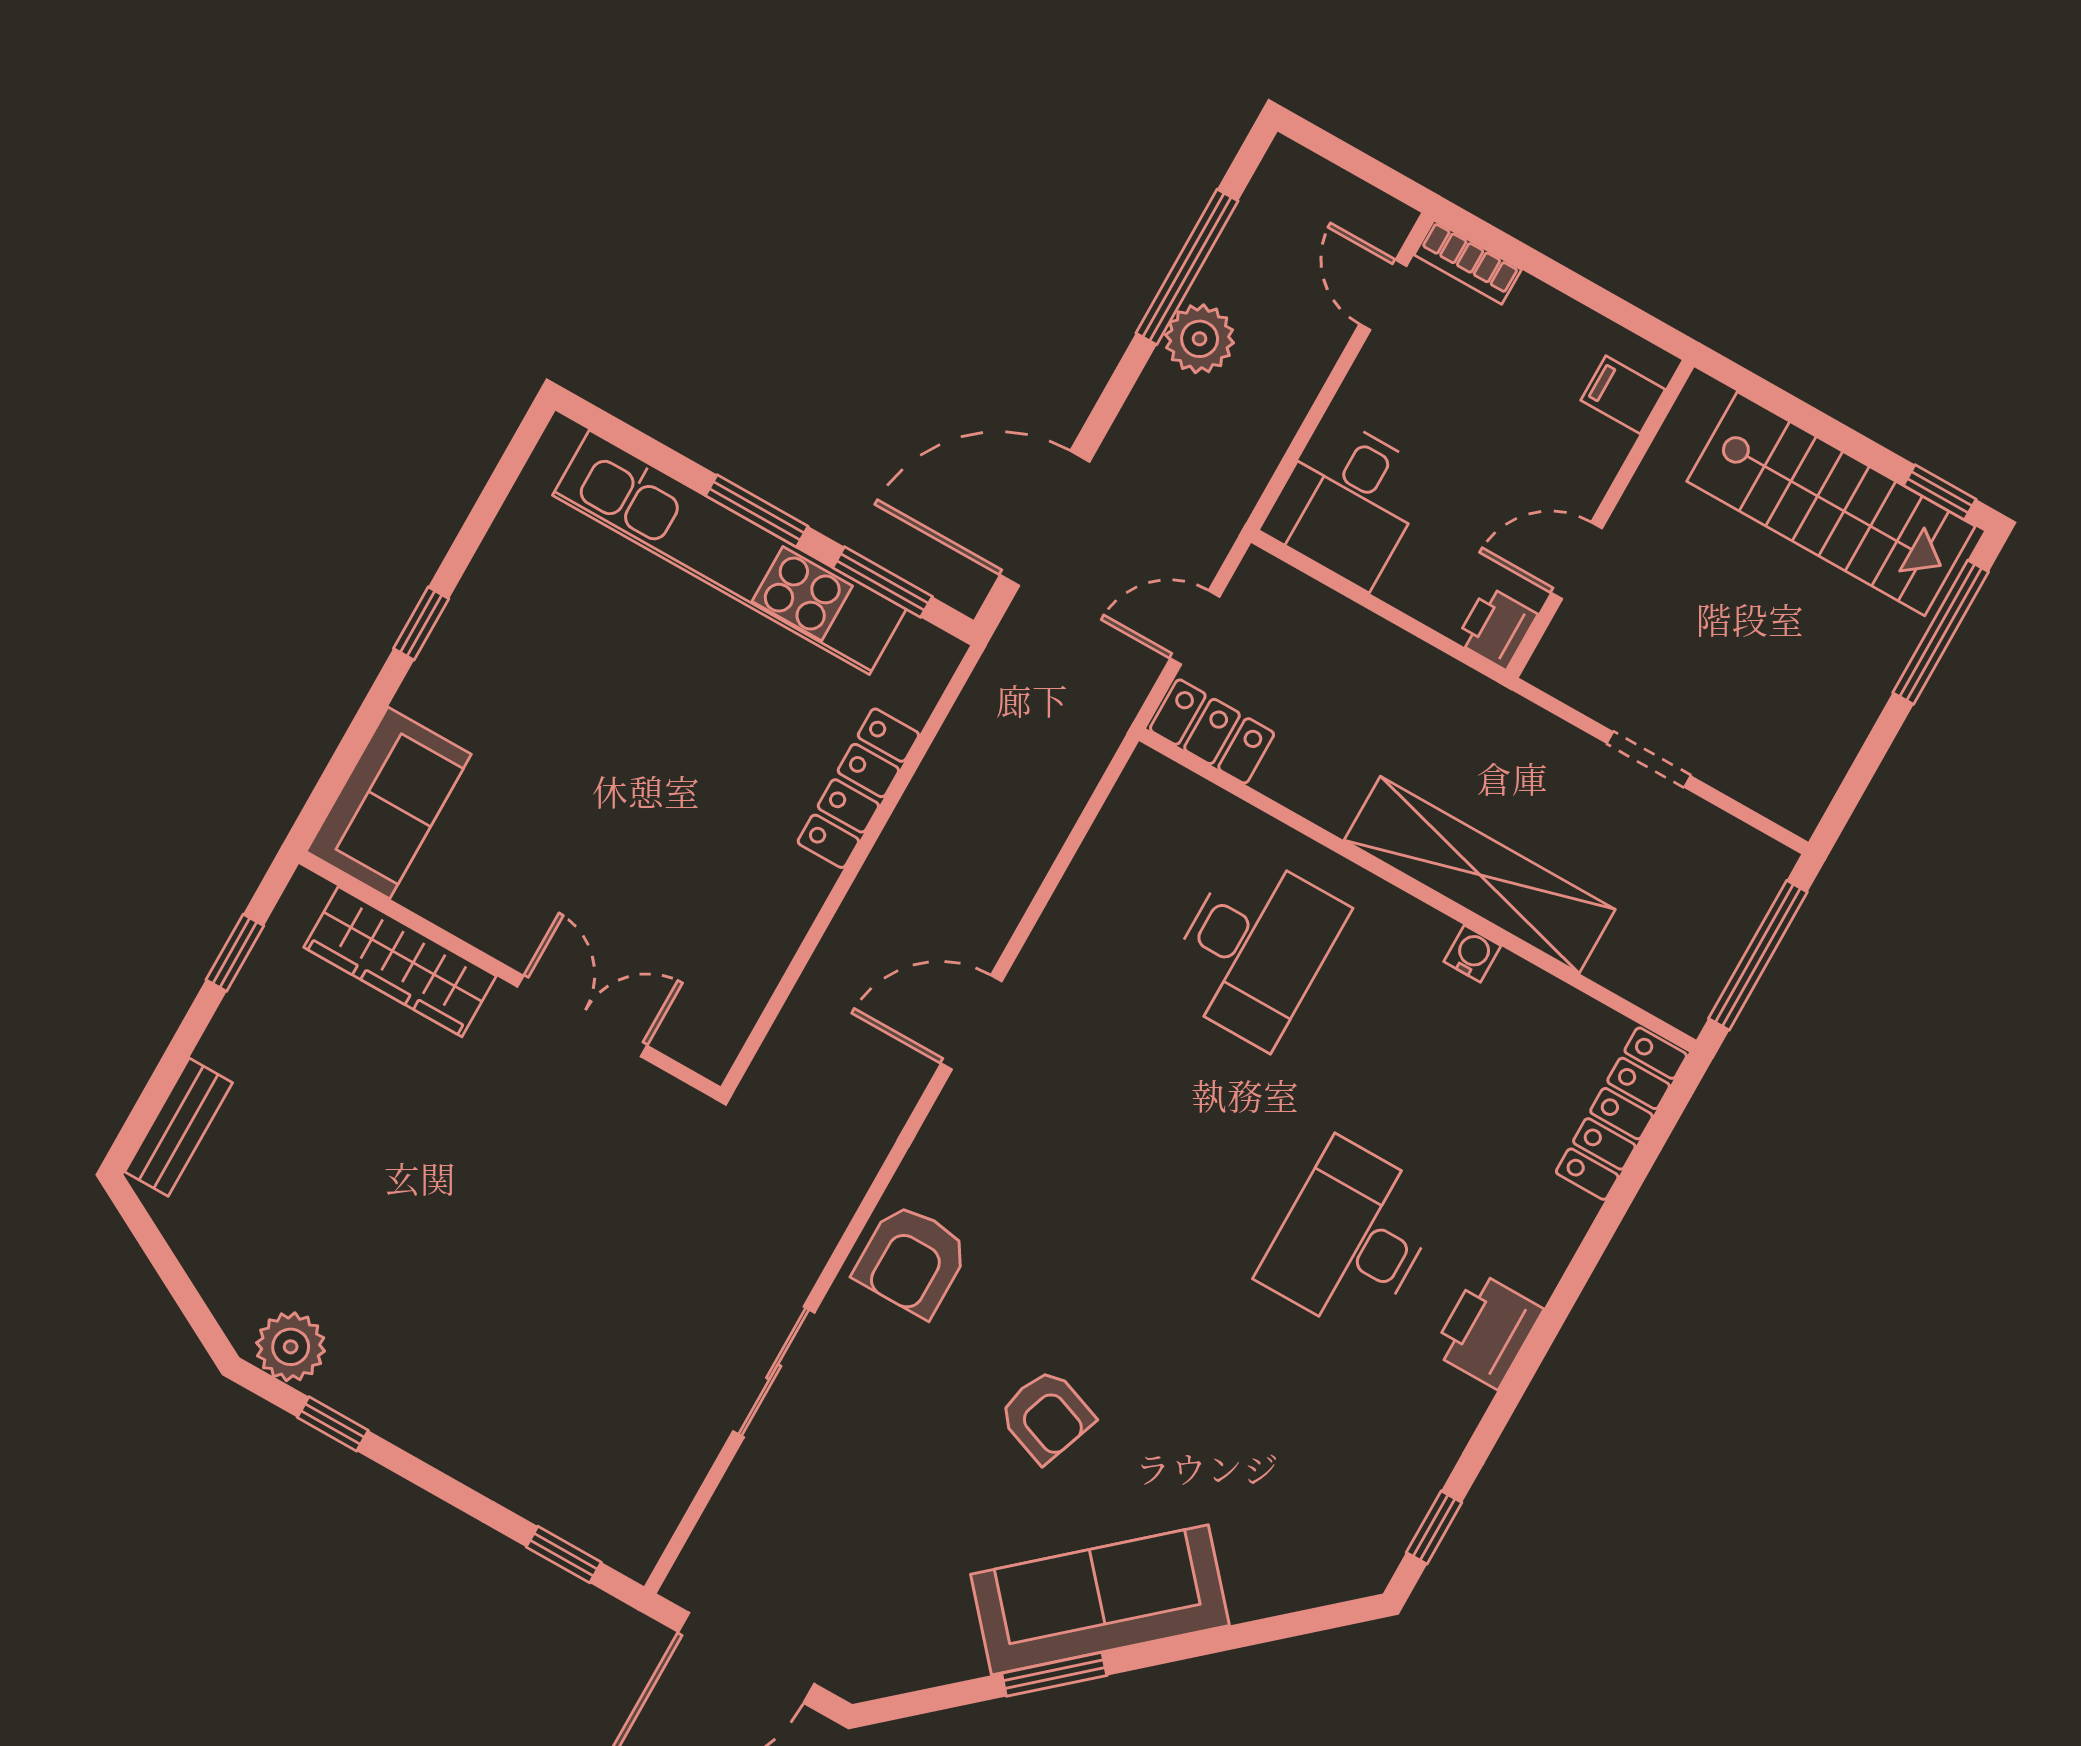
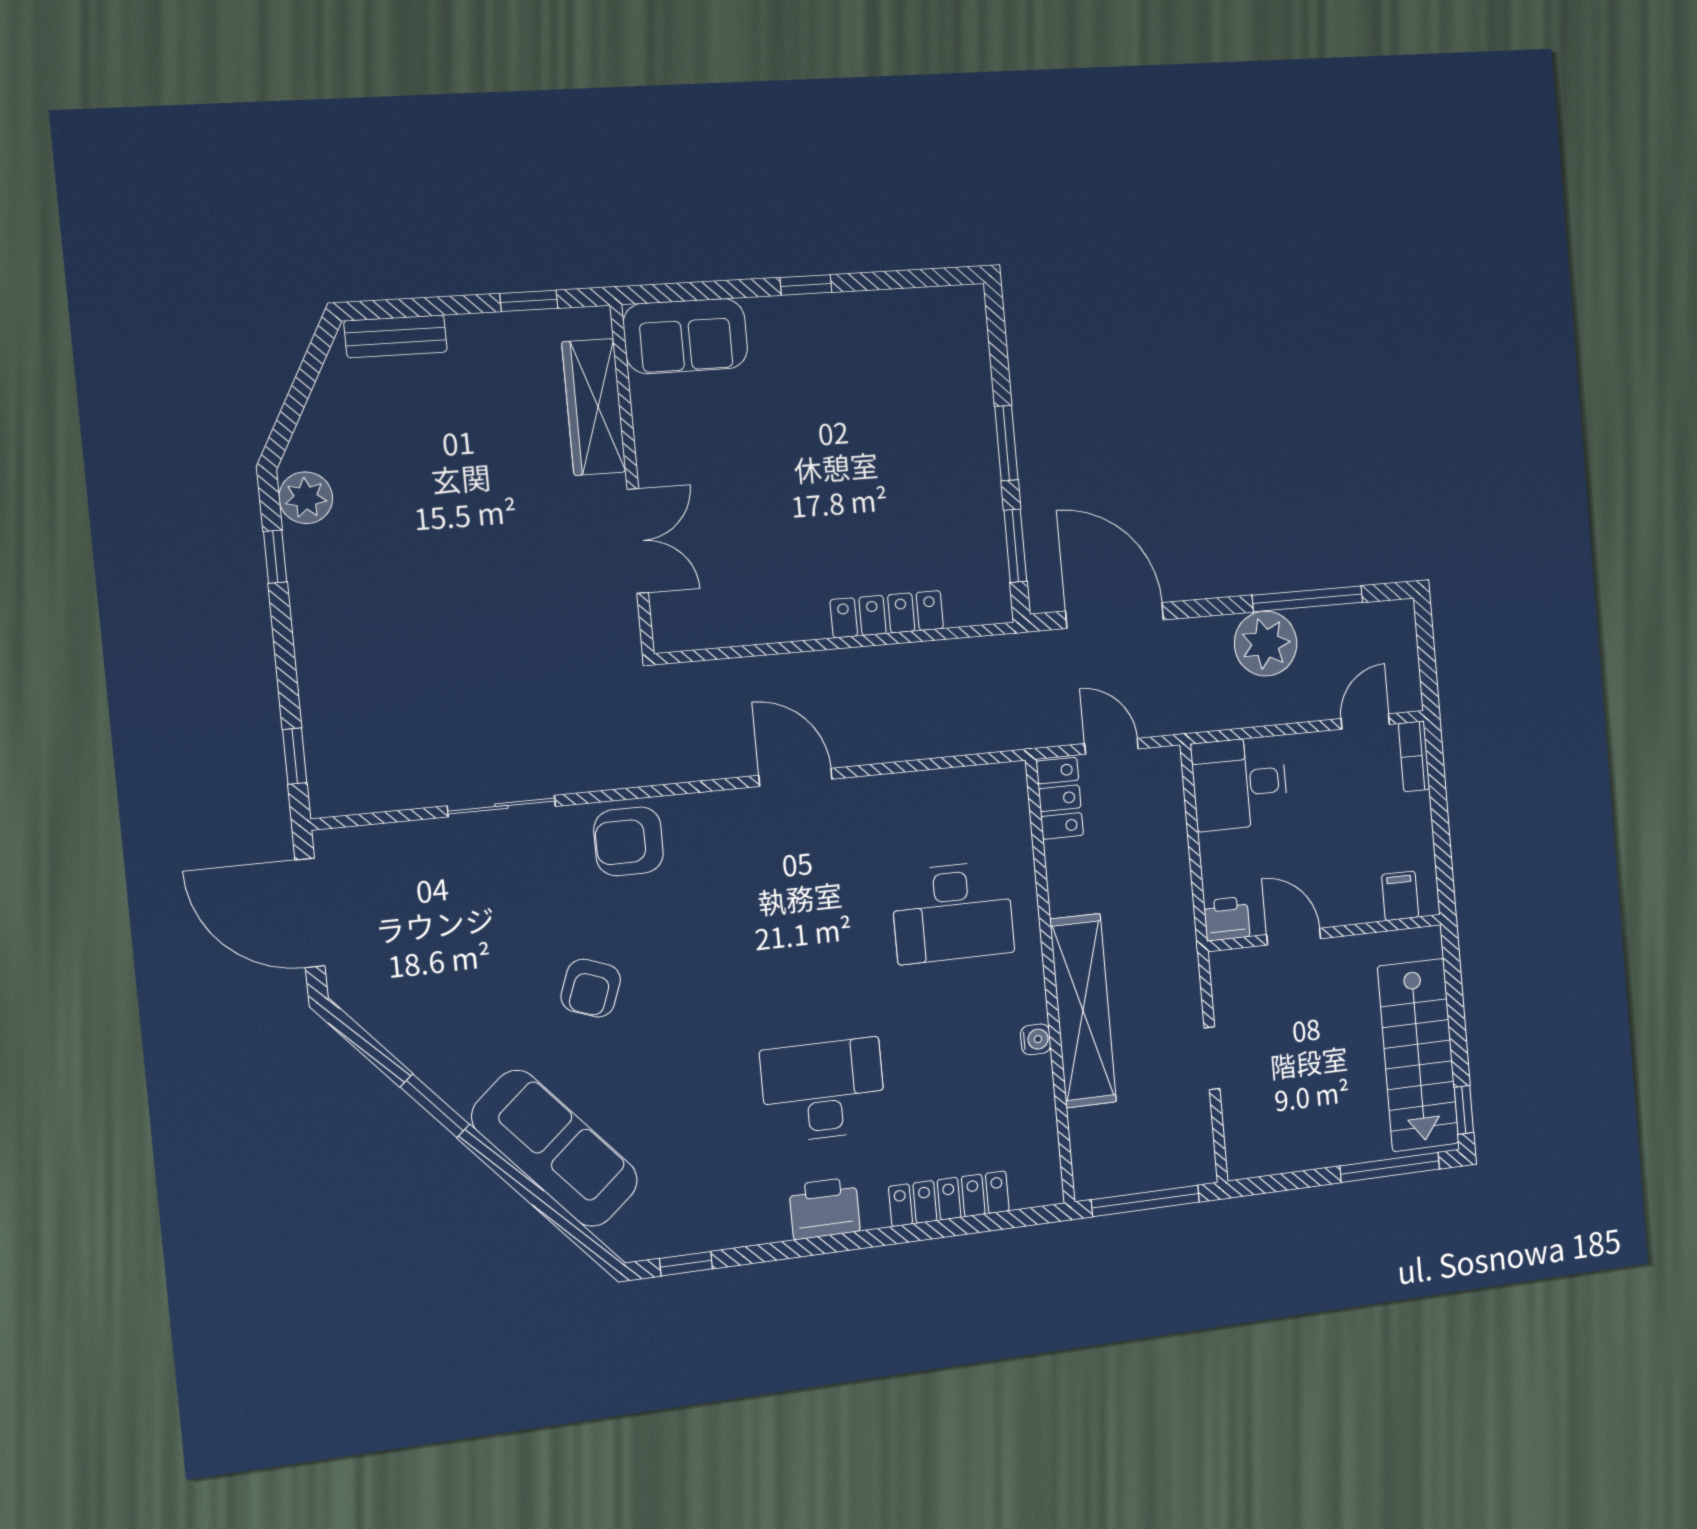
plant: (1200, 339) -> (1266, 644), width x1.36, depth x1.36
kitchen unit: (729, 552) -> (972, 443), removed
locker: (1621, 1114) -> (949, 1199), moved
sofa: (1100, 1600) -> (555, 1148), moved

